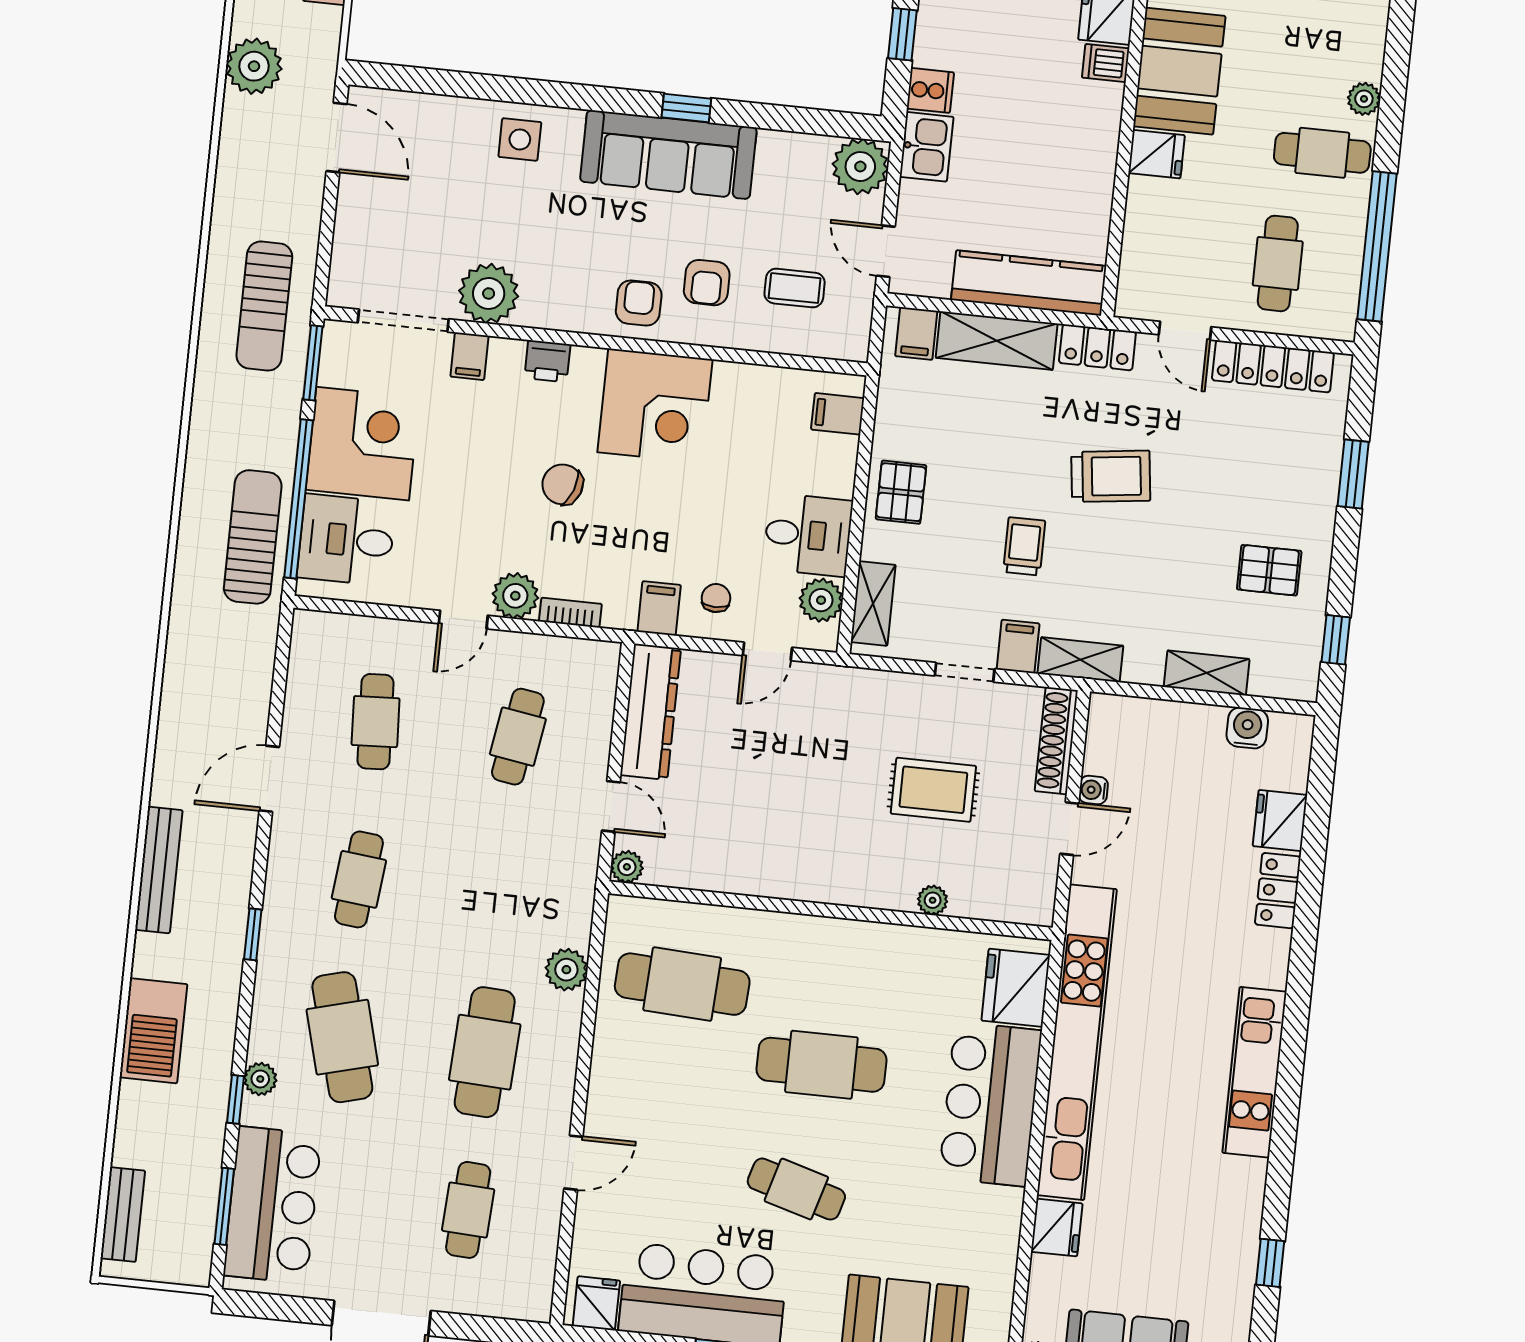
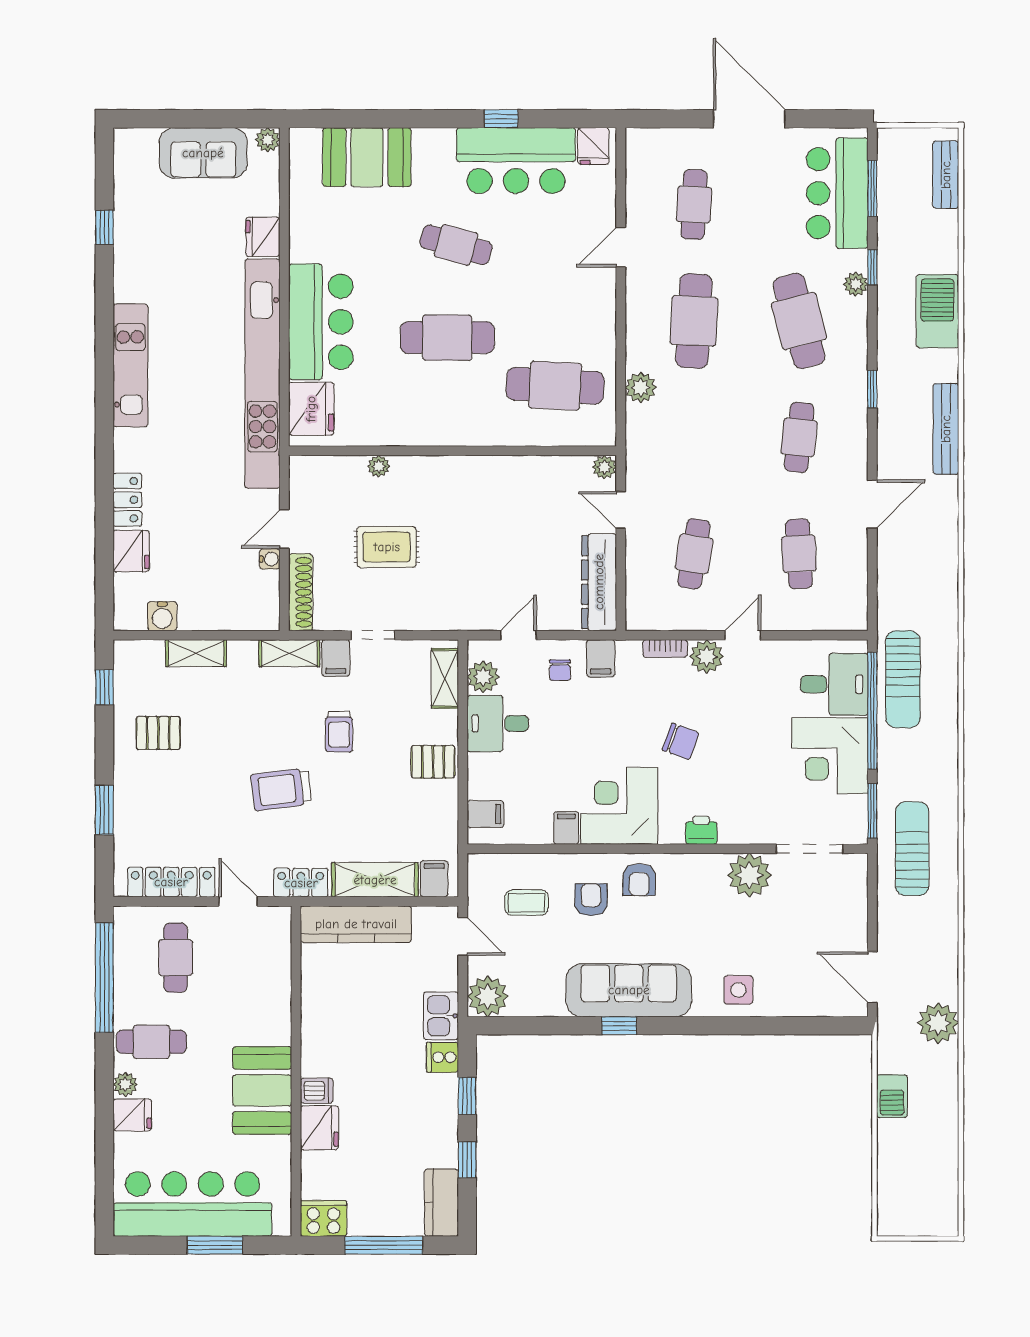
fridge: (1157, 154) -> (132, 1115), moved, turned 180
filing cabinet: (470, 356) -> (566, 828), moved
pallet: (901, 492) -> (433, 762), turned 90

